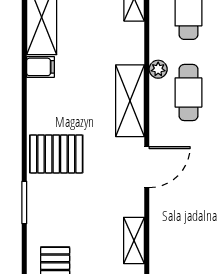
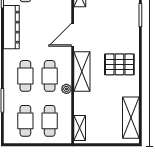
filing cabinet: (40, 67) -> (131, 90), removed
pallet: (56, 154) -> (119, 64), moved

